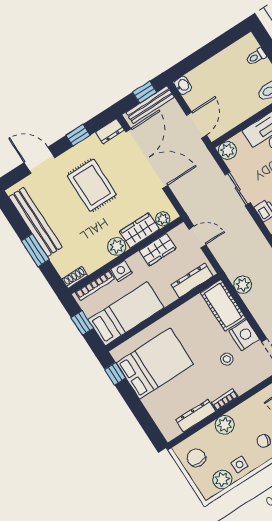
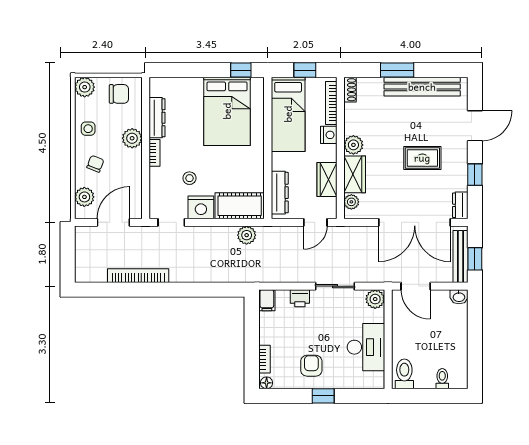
rug: (92, 185) -> (422, 158), width x0.73, depth x0.70
plant: (222, 480) -> (85, 87), moved

